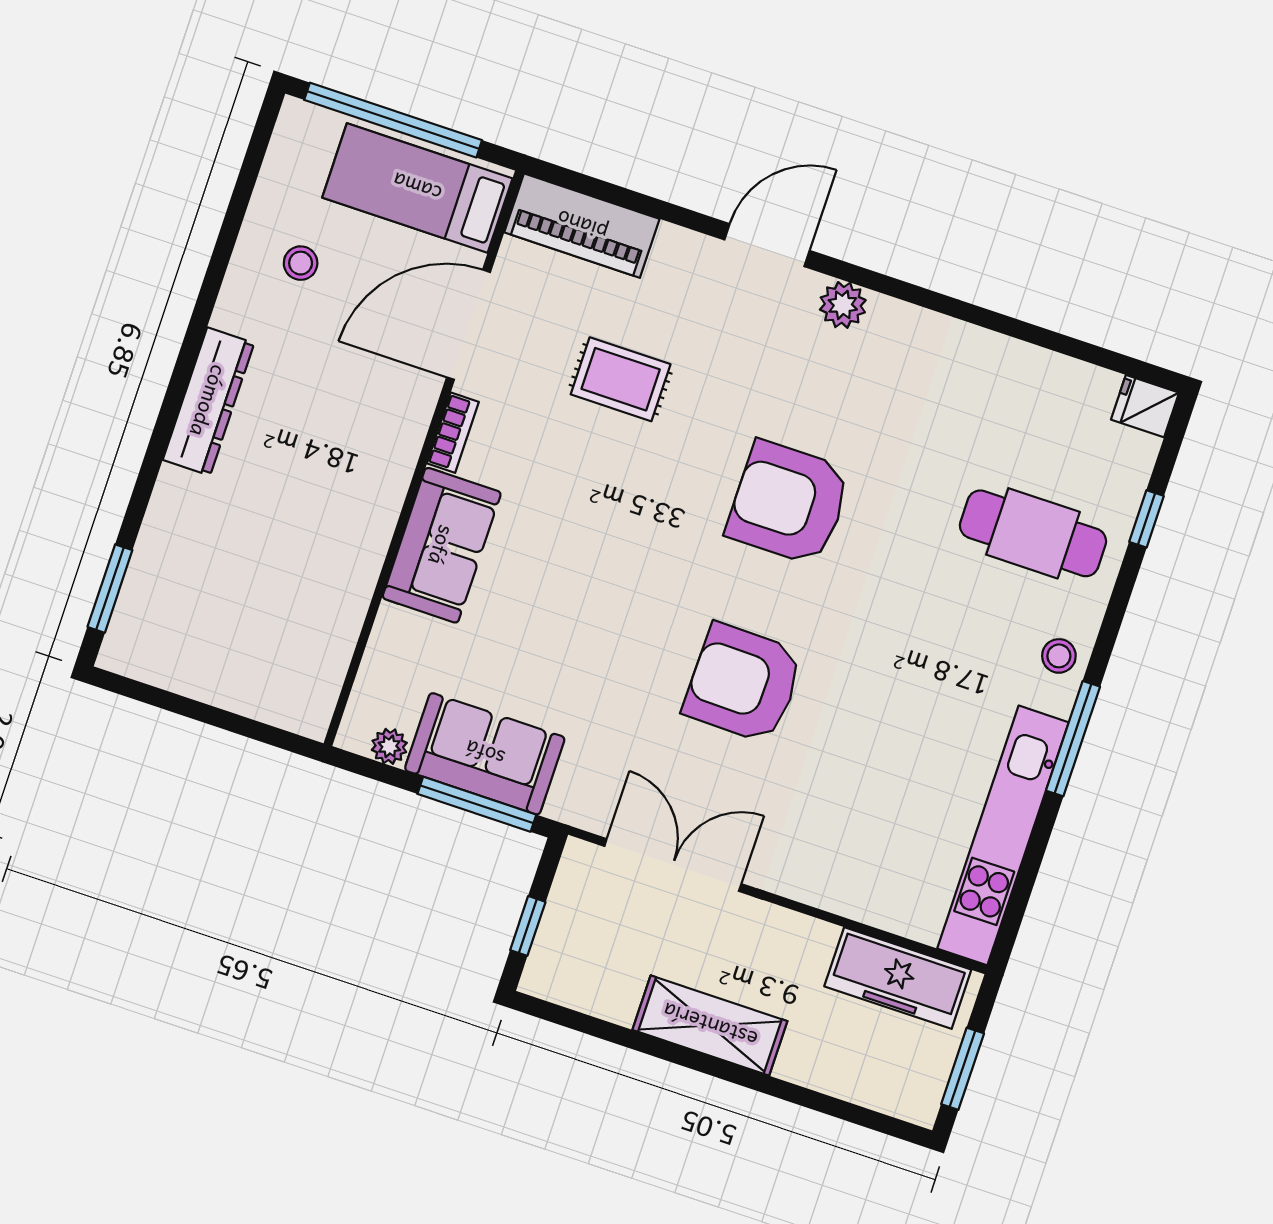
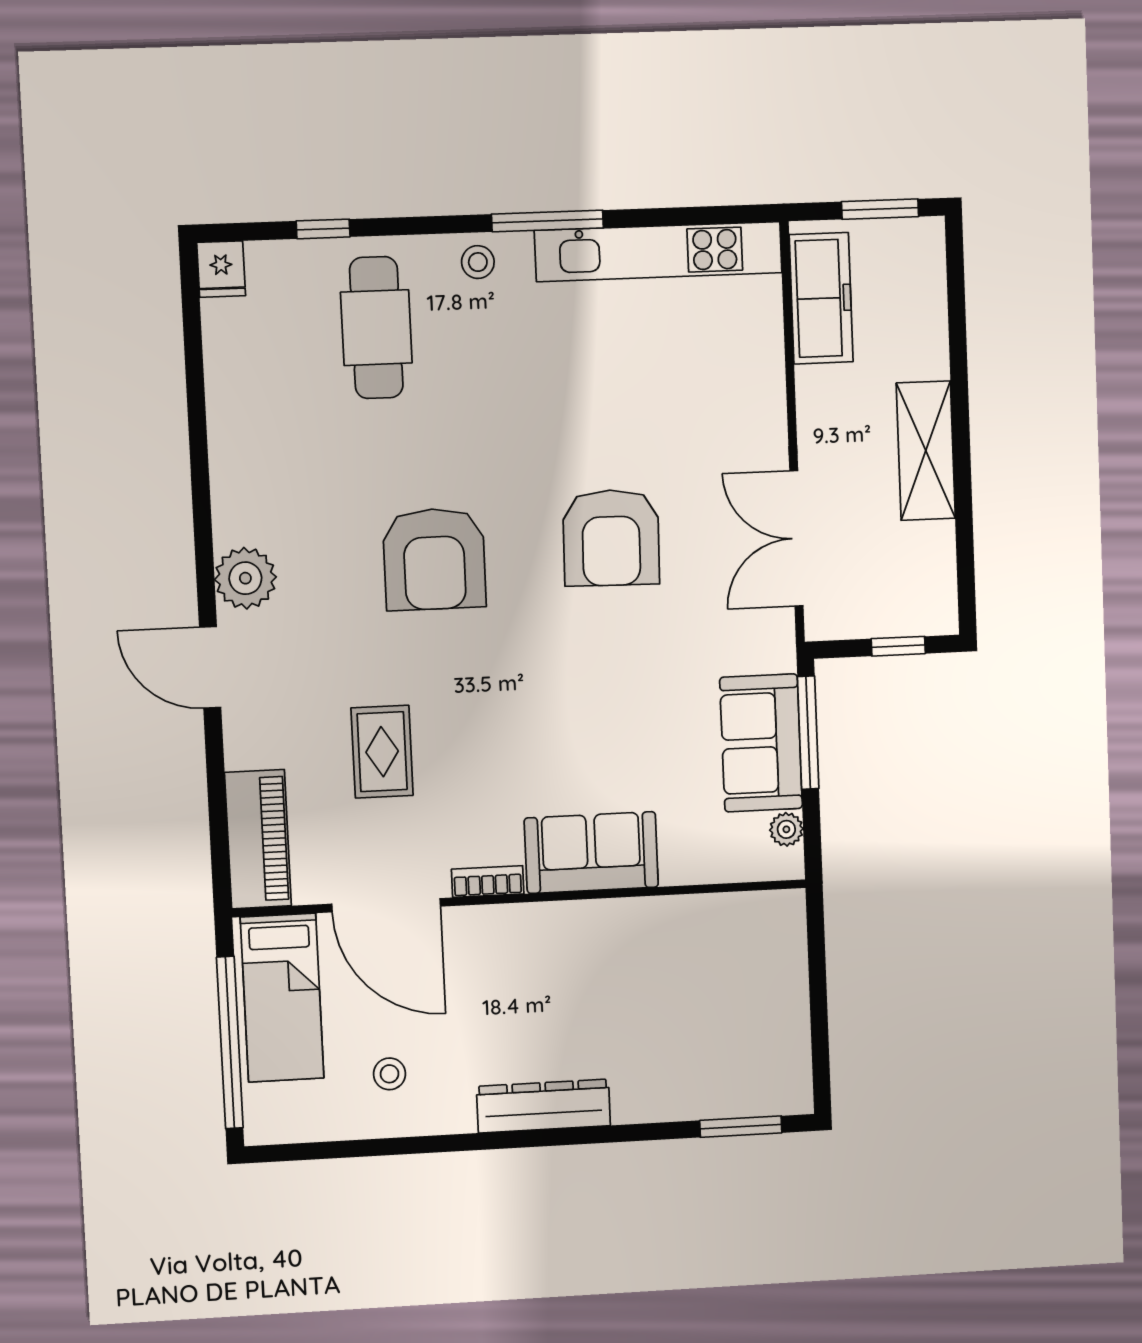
plant: (843, 305) -> (245, 578), width x1.36, depth x1.36

